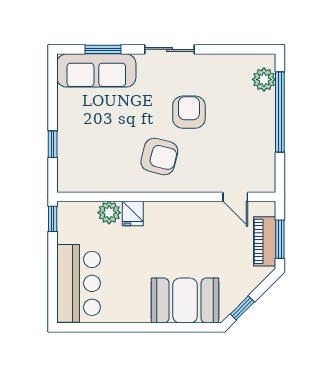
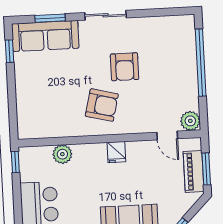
plant: (264, 79) -> (190, 121), moved
armchair: (189, 112) -> (125, 67), turned 180
window: (53, 144) -> (9, 51), moved
fridge: (133, 213) -> (116, 152), moved

